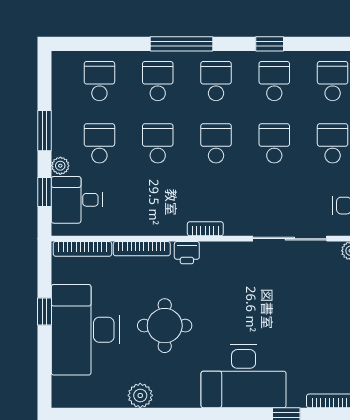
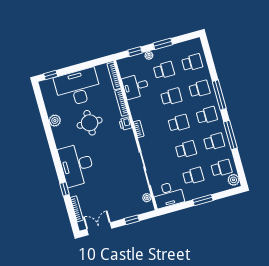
window: (270, 44) -> (230, 135), width x2.17
desk: (77, 200) -> (136, 86), moved, turned -90
window: (44, 312) -> (51, 75), moved

